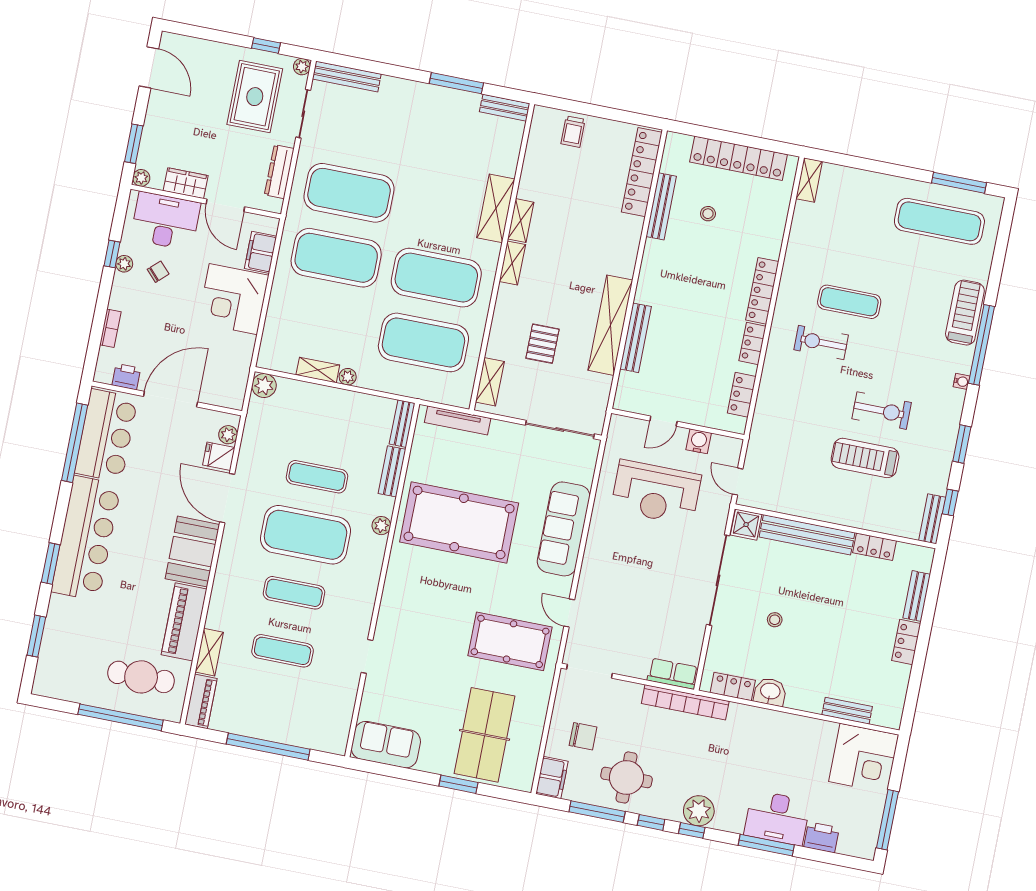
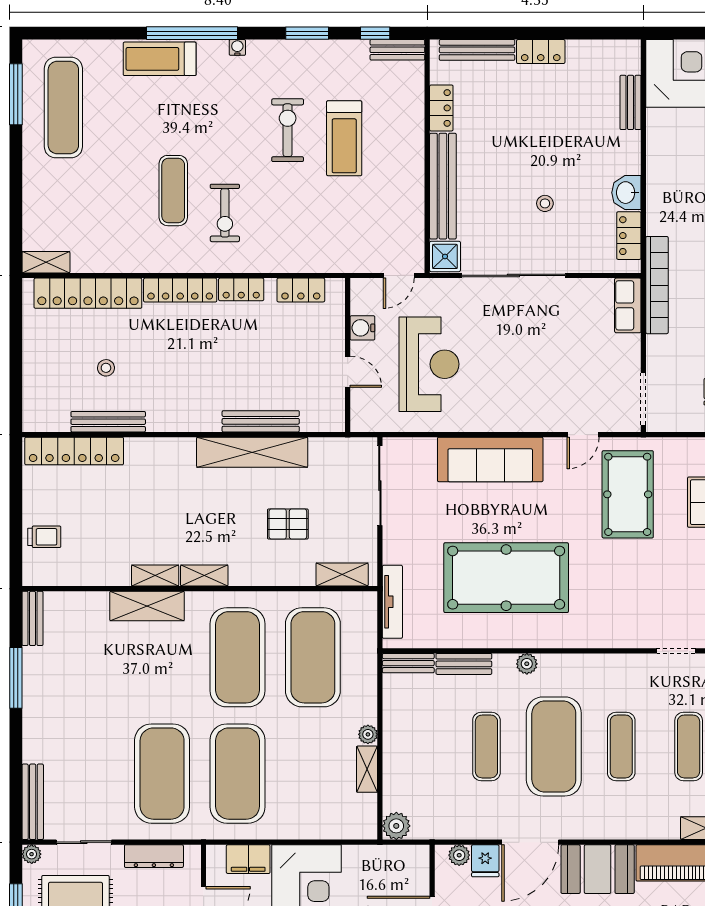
locker: (739, 158) -> (88, 293), moved, turned 90
pool table: (459, 522) -> (506, 578), turned 90
bench: (917, 596) -> (477, 50), width x1.36

